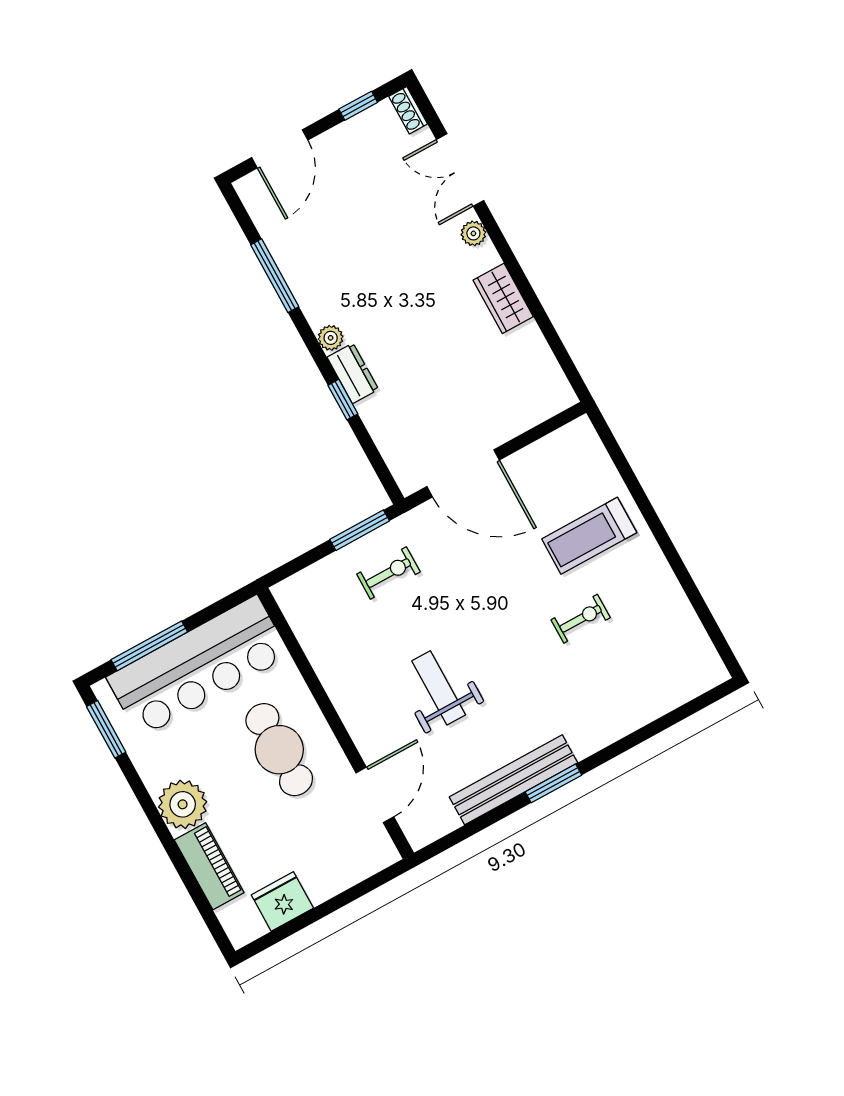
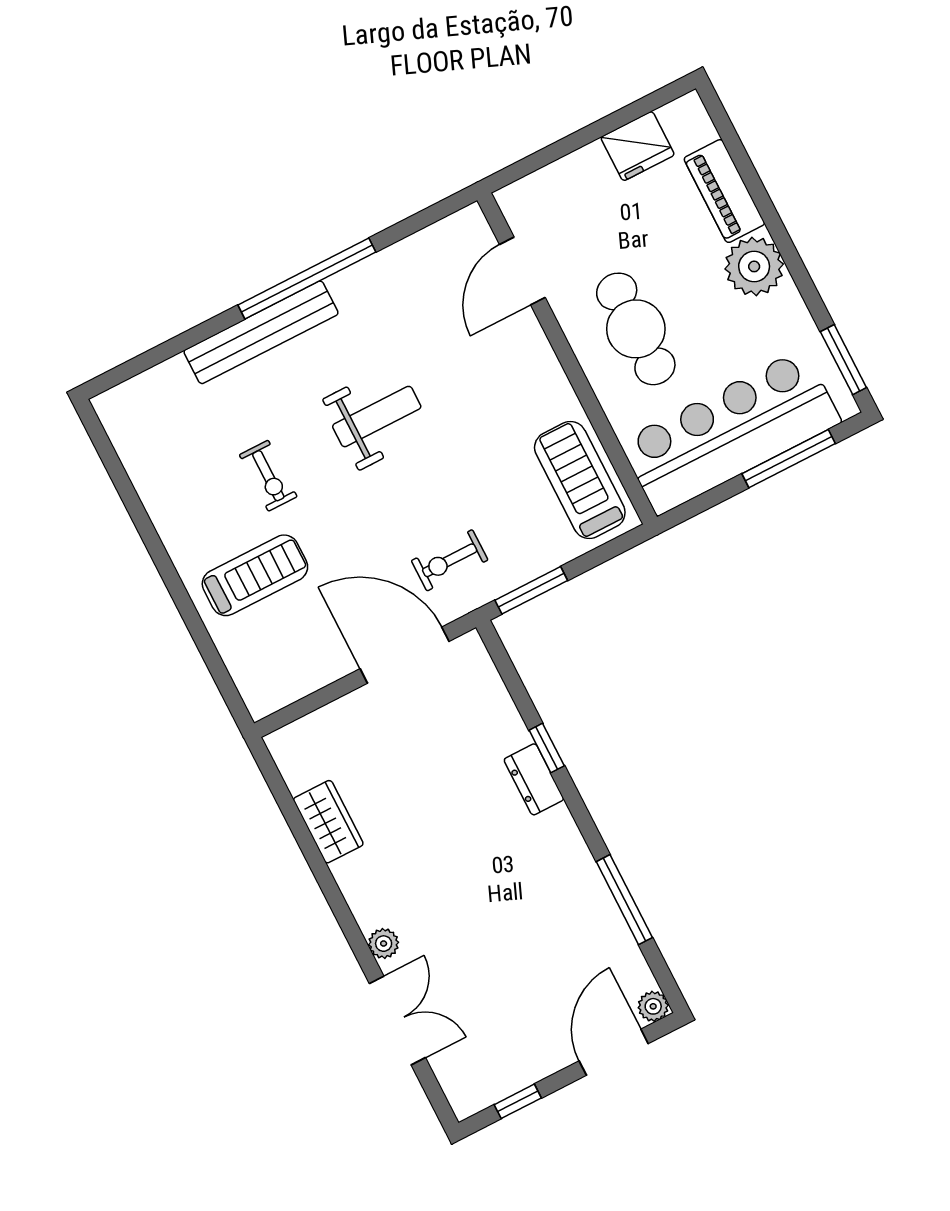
shoe rack: (408, 110) -> (458, 1094), removed
wardrobe: (503, 298) -> (328, 822), moved
plant: (331, 338) -> (653, 1006), moved
exercise bike: (388, 573) -> (450, 560), moved
exercise bike: (581, 619) -> (268, 476), turned -90
treadmill: (322, 623) -> (580, 480), added
weight bench: (439, 688) -> (377, 417), moved, turned -90
bench: (513, 780) -> (261, 332), moved
window: (553, 783) -> (307, 278), width x2.11

